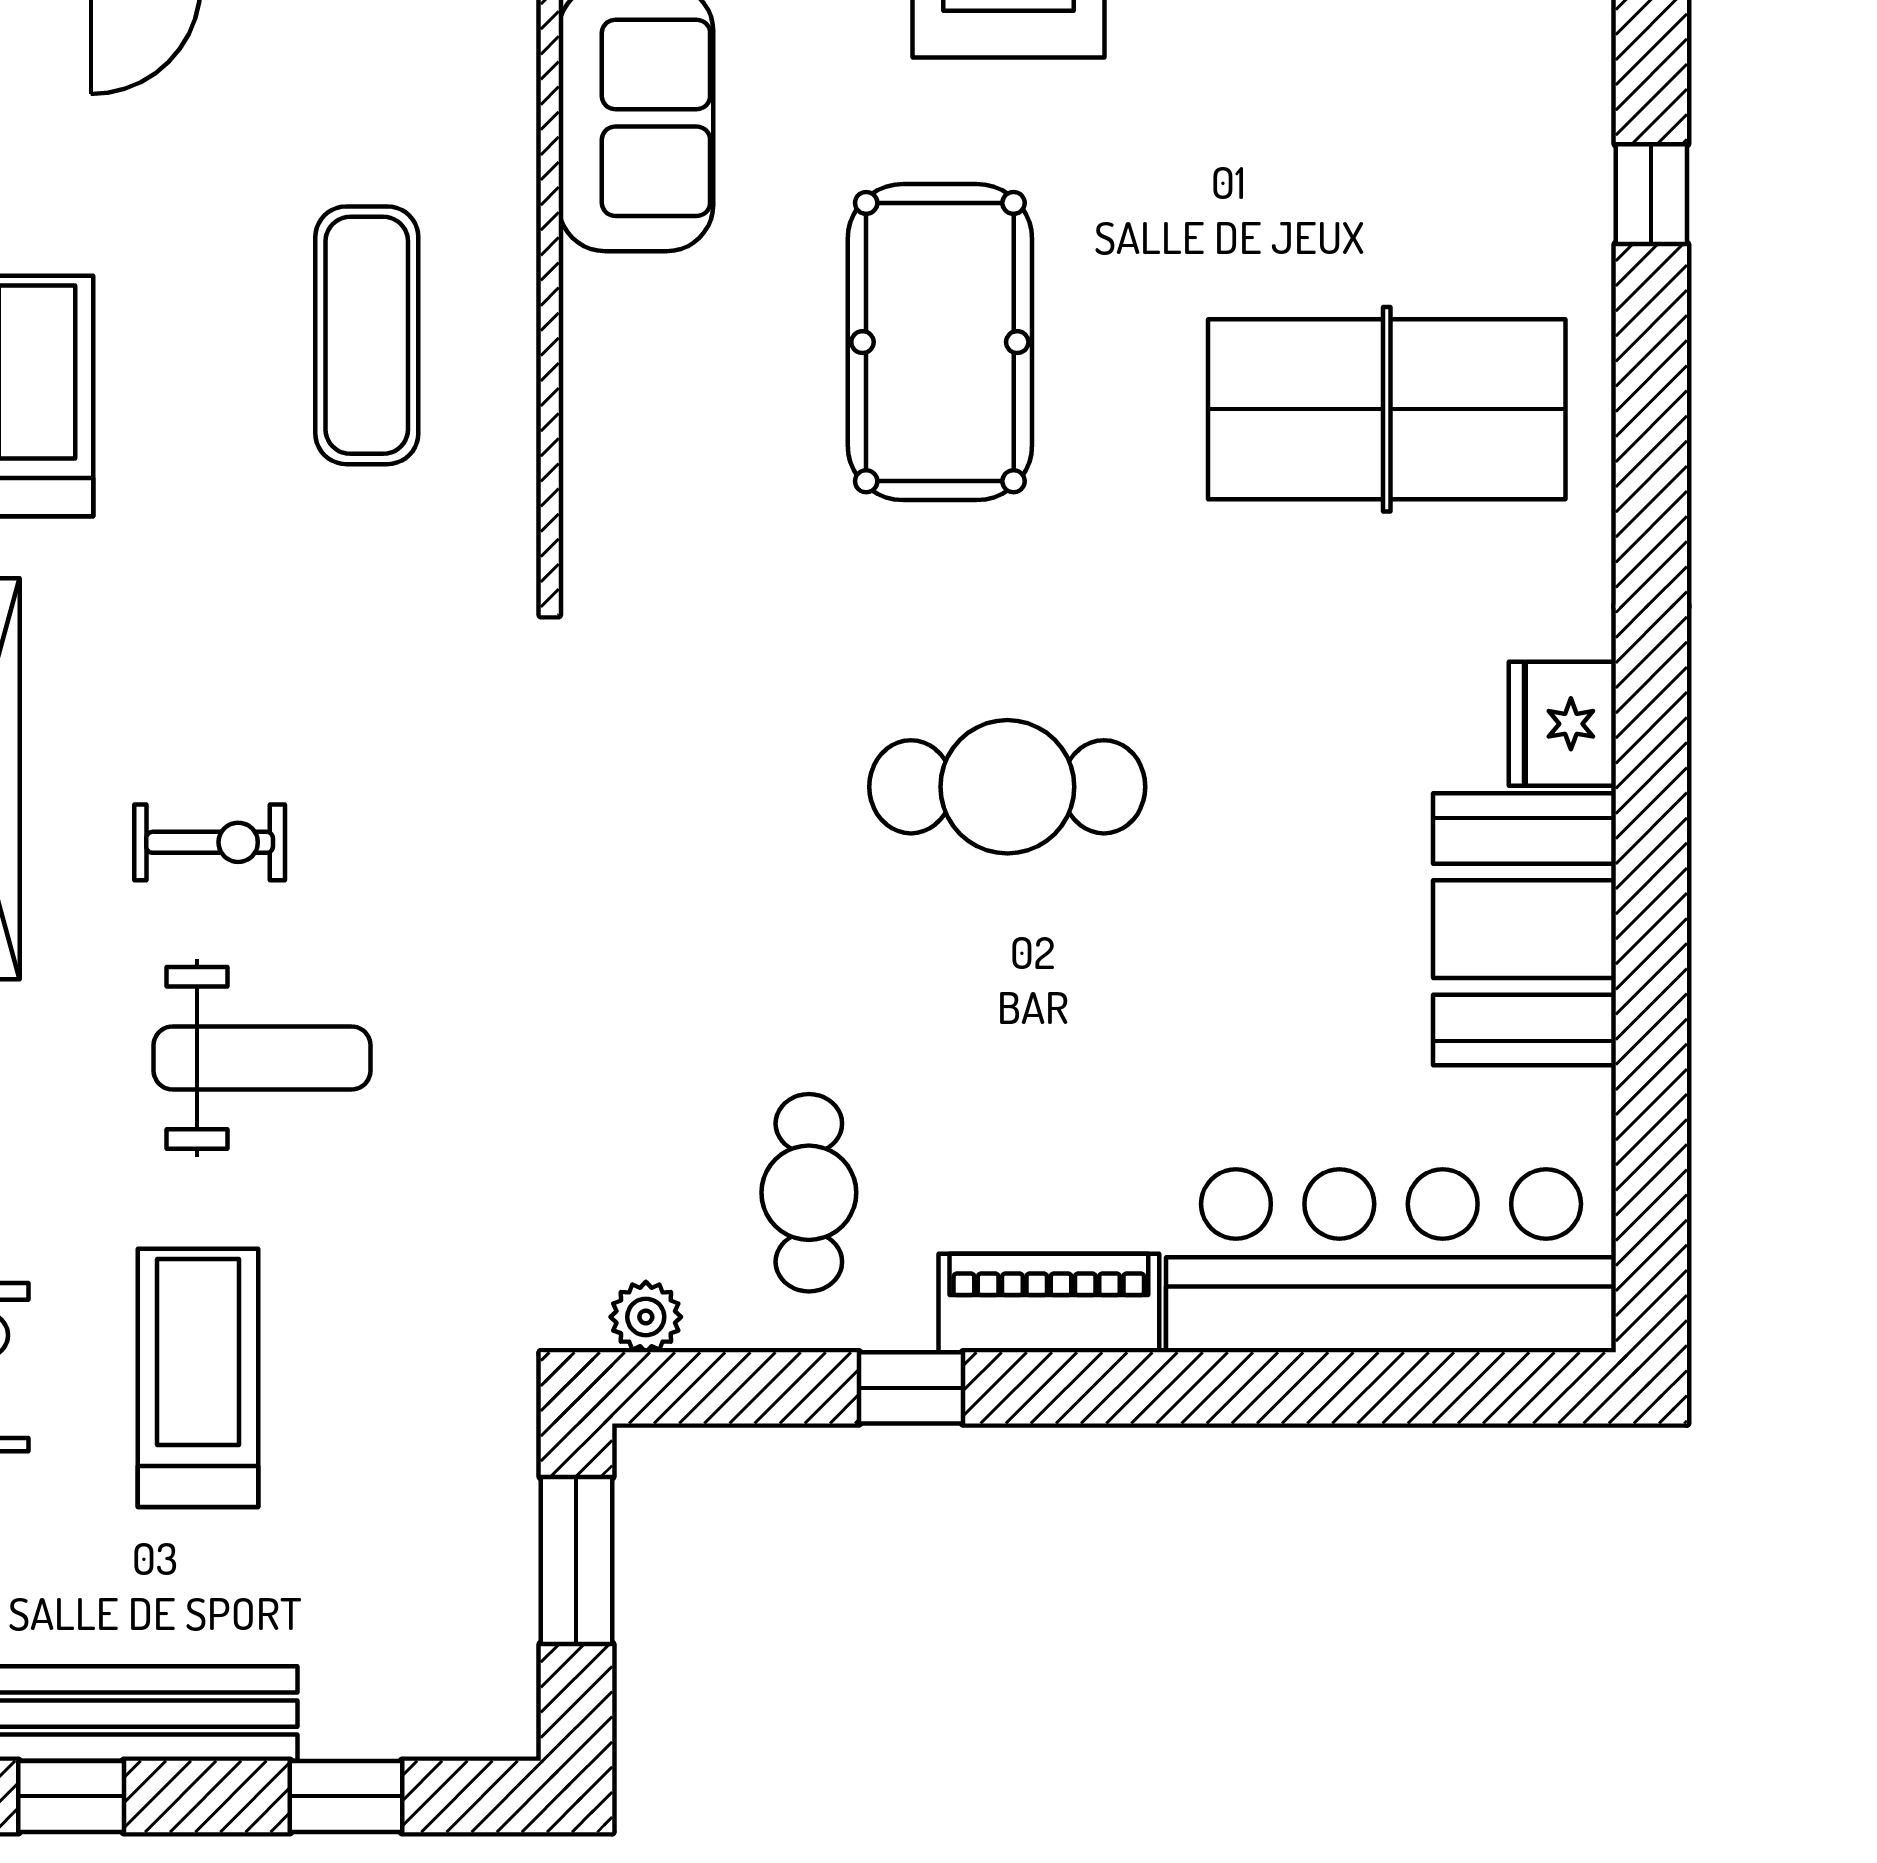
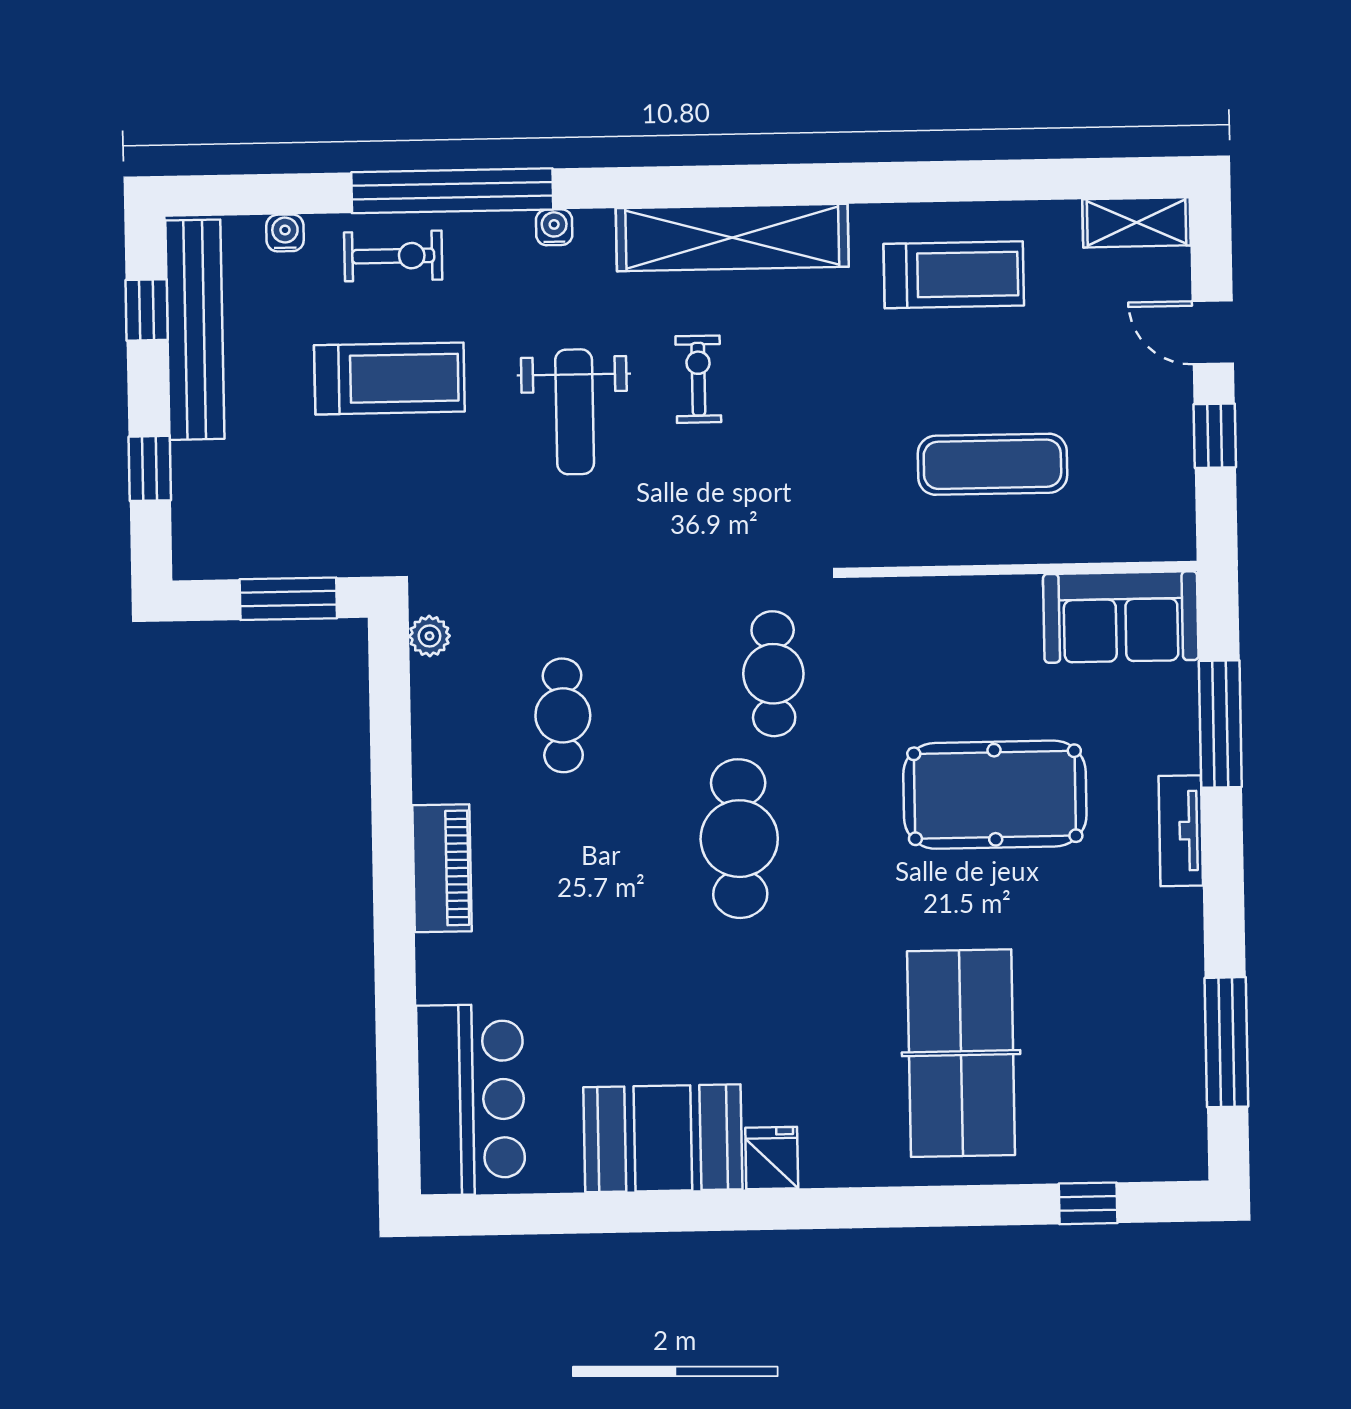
cafe table: (723, 722) -> (773, 674), added
fridge: (1562, 724) -> (772, 1158), width x0.72
exercise bike: (210, 842) -> (698, 379), turned 180
cafe table: (809, 1193) -> (563, 715), moved, turned 90
bar counter: (1391, 1261) -> (471, 1100), width x0.73
window: (911, 1388) -> (392, 790), removed

